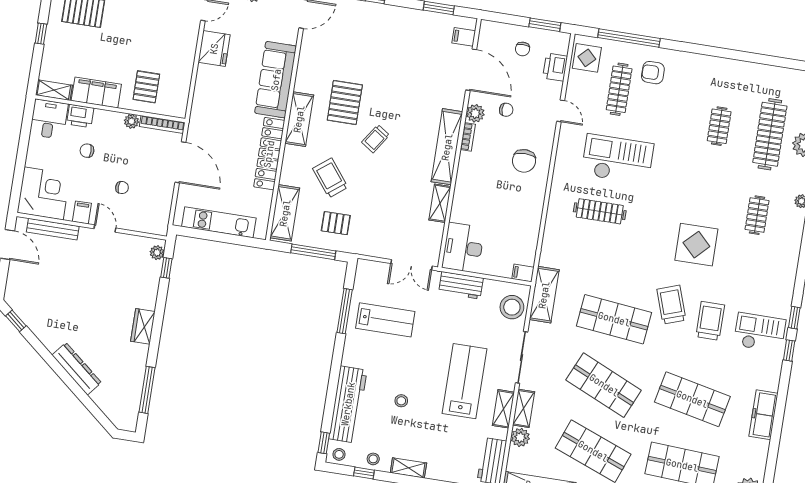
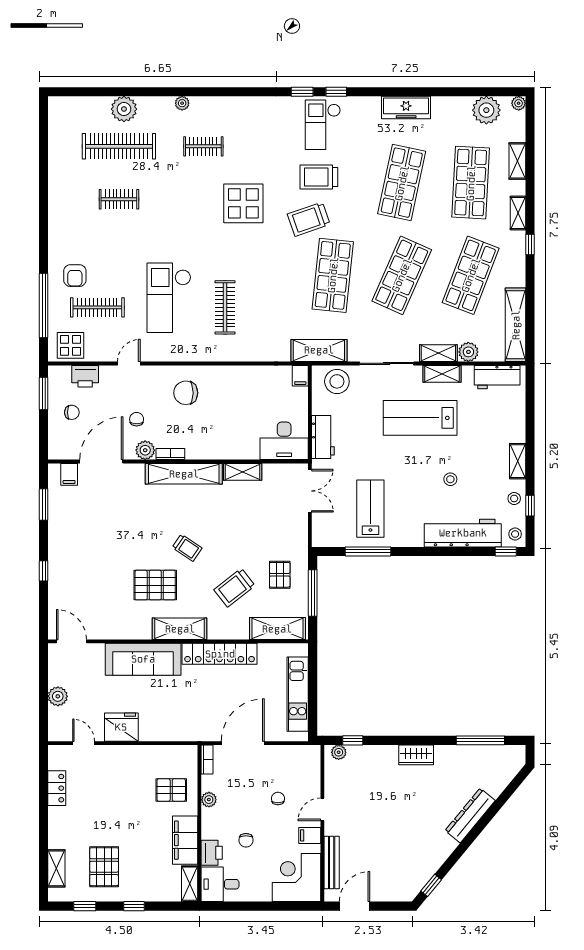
bookcase: (162, 124) -> (207, 759), width x0.64
chair: (524, 161) -> (186, 393), turned 180

